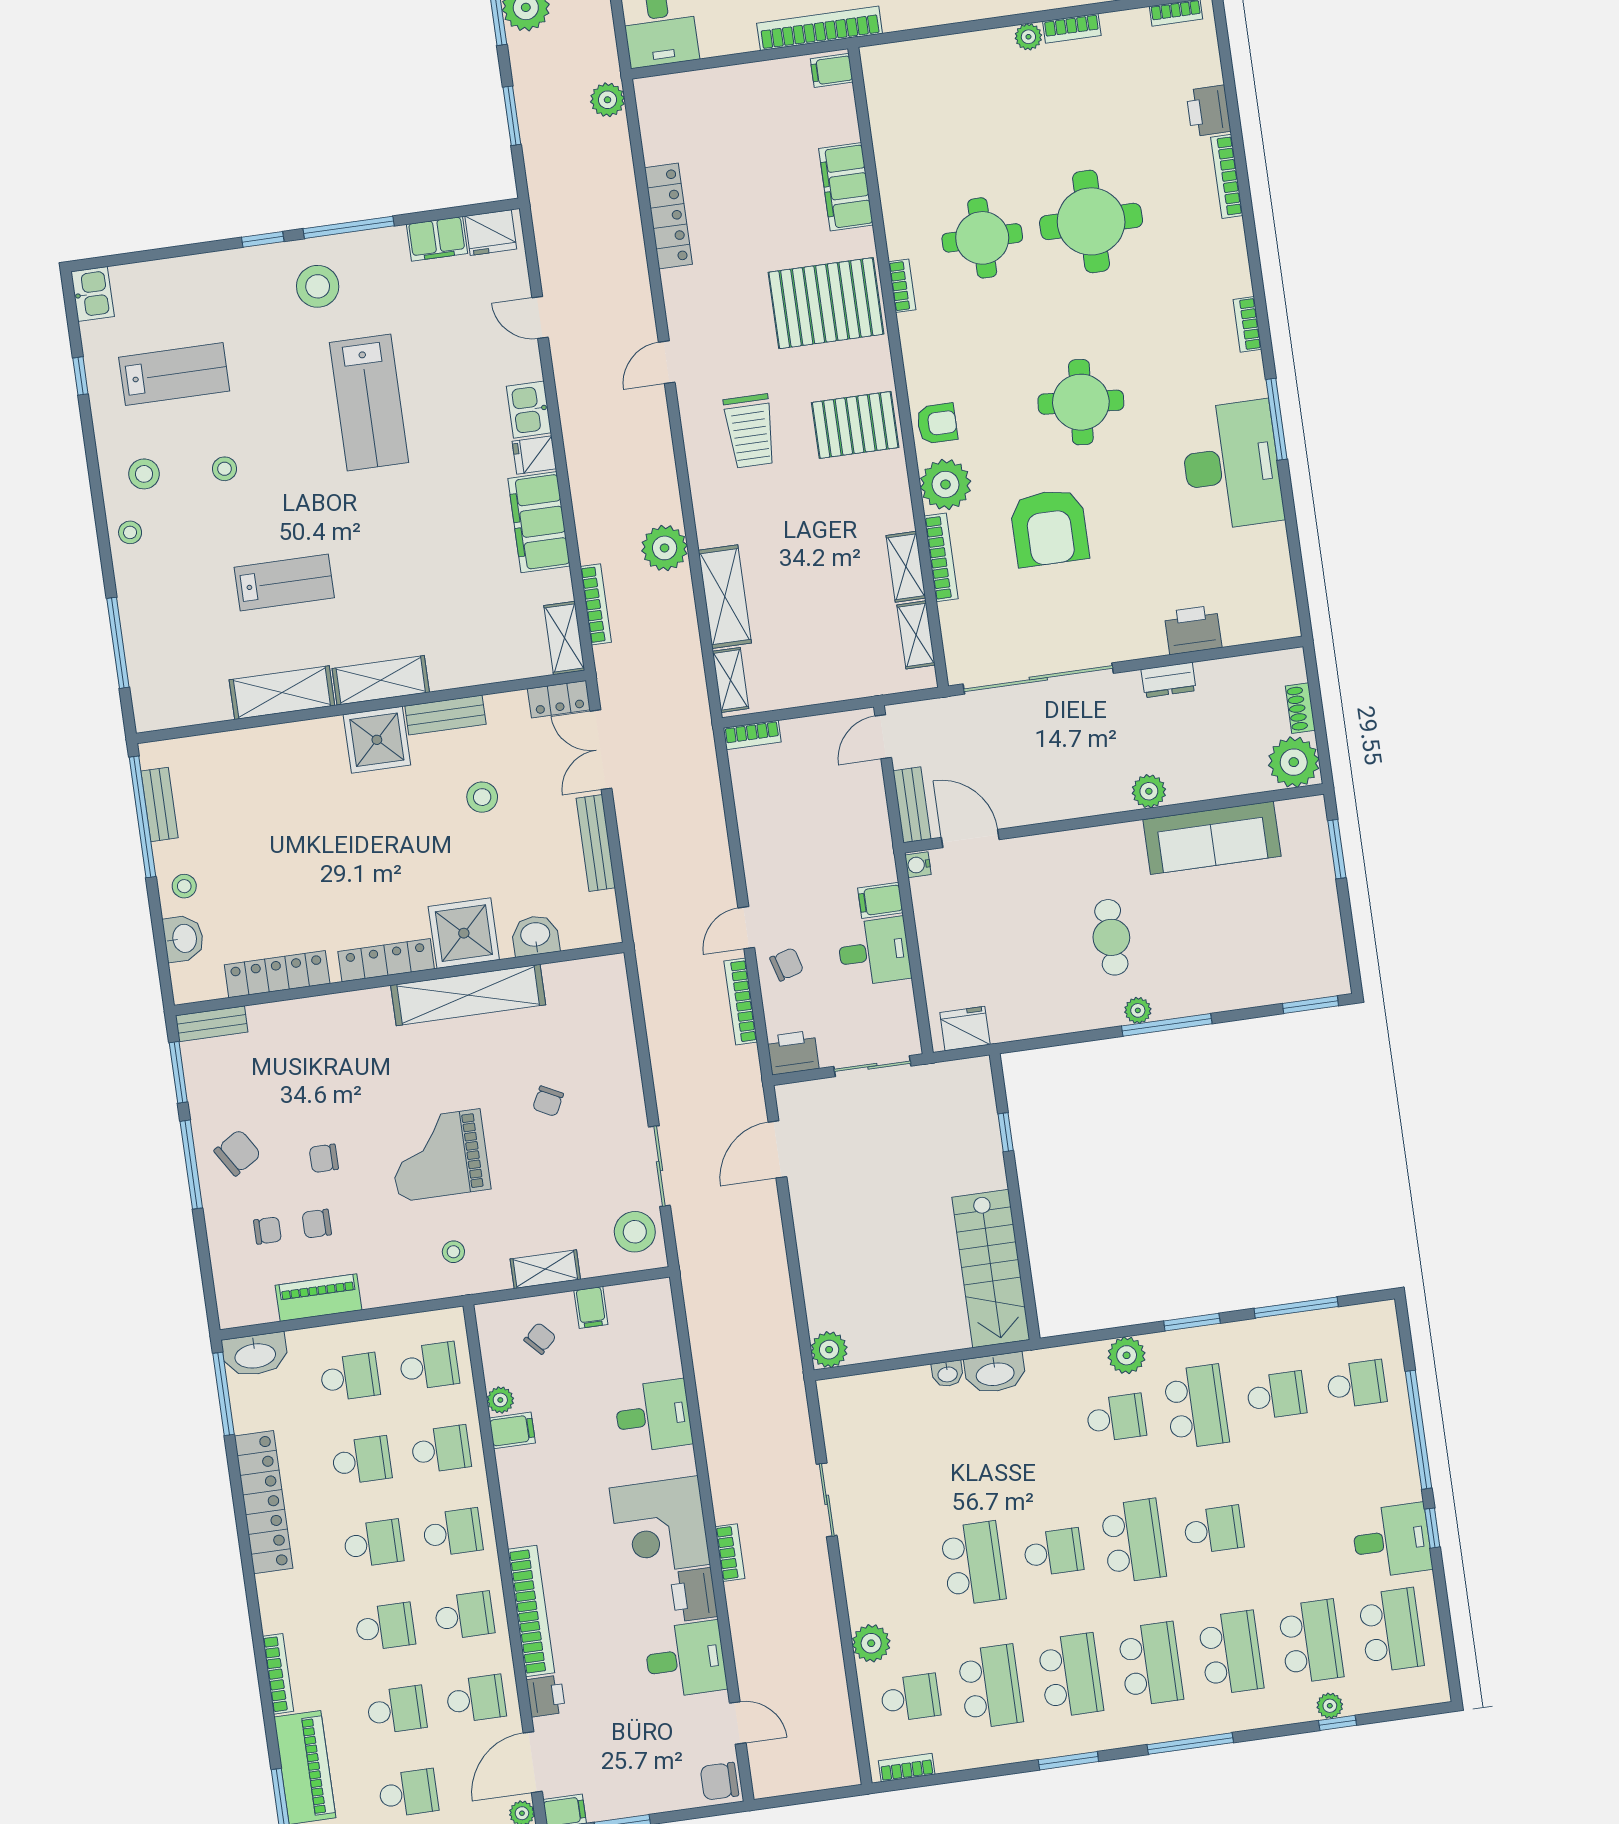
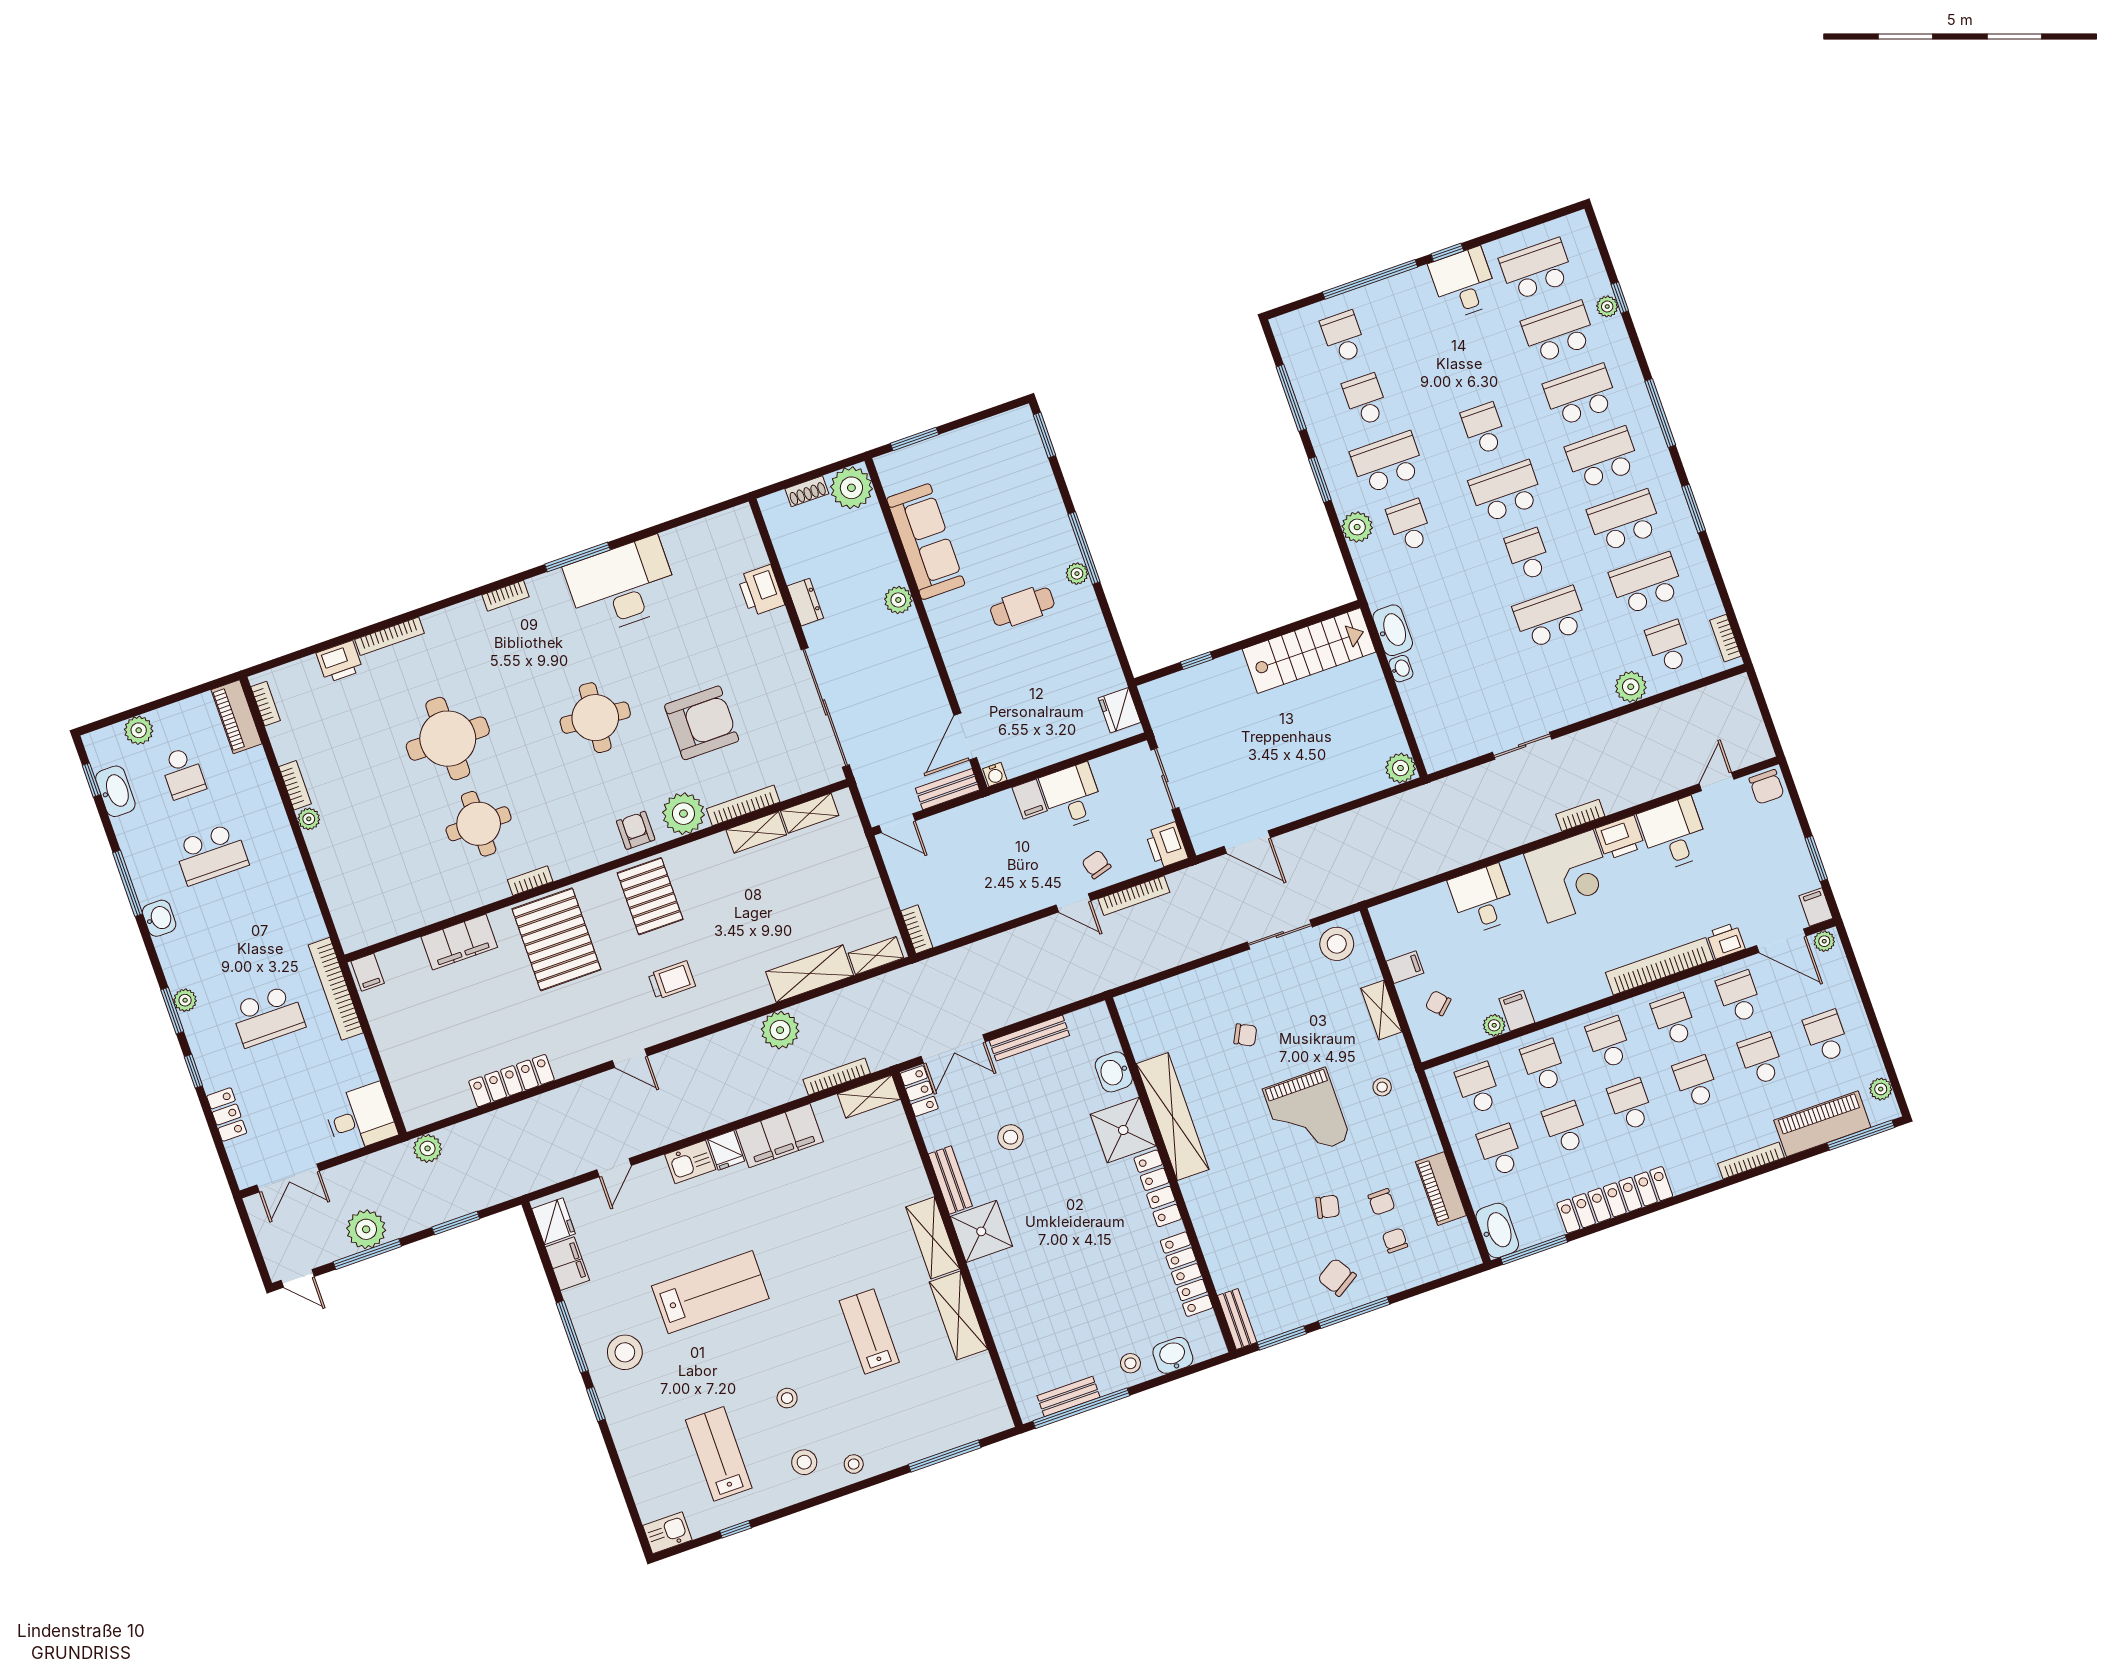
trolley: (750, 431) -> (672, 980), width x0.73, depth x0.72
chair: (324, 1158) -> (1328, 1207), turned -78

